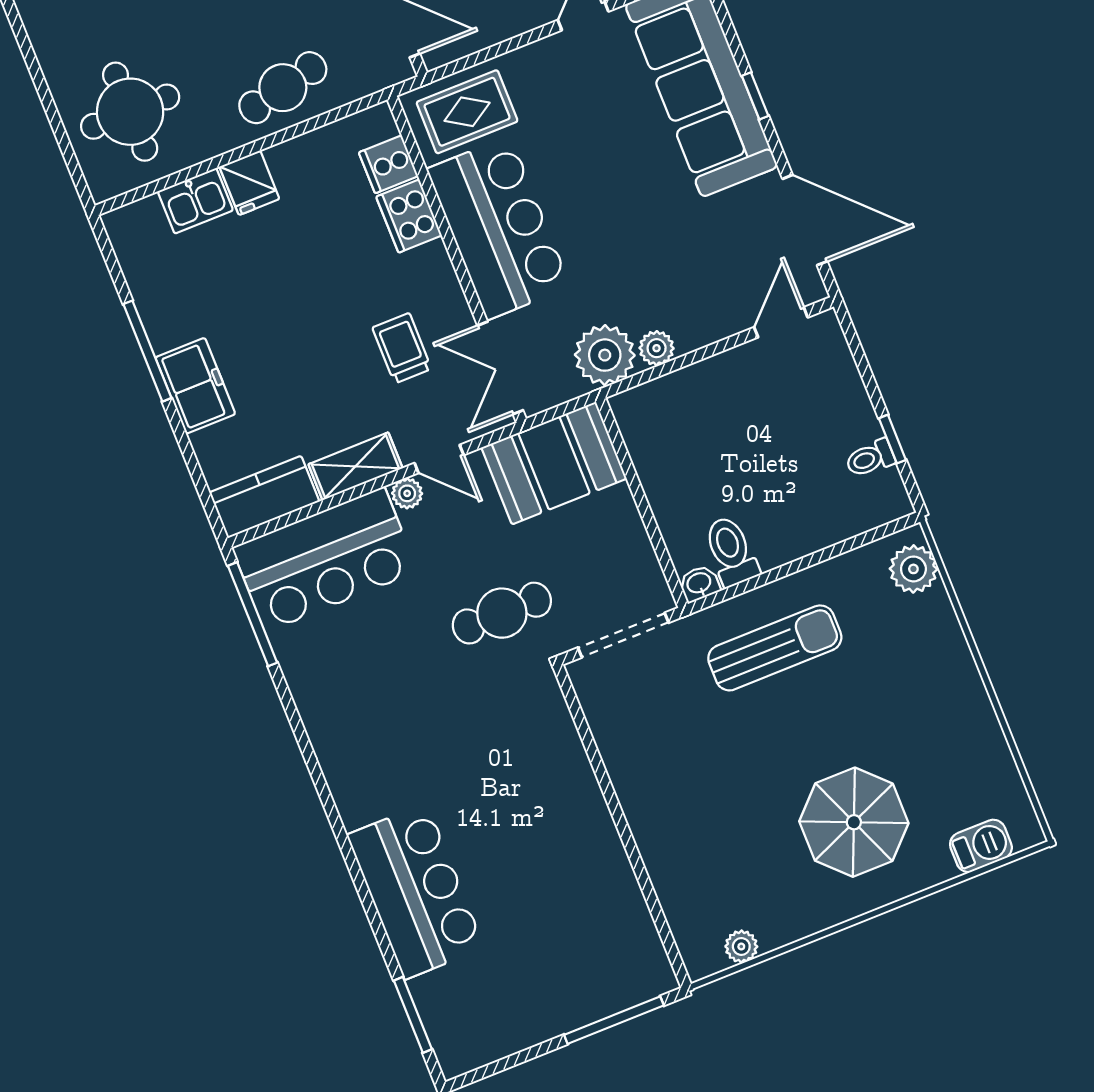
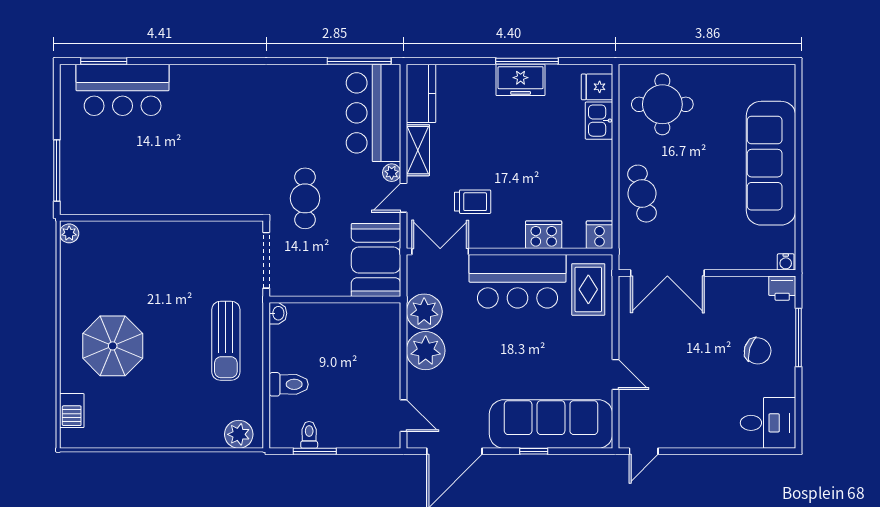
cooker: (388, 164) -> (599, 235), moved
fridge: (249, 183) -> (597, 87), moved
plant: (657, 348) -> (426, 351), width x1.88, depth x1.88
freezer: (195, 386) -> (521, 80), moved
window: (892, 439) -> (315, 451), width x1.50
toilet: (731, 551) -> (289, 384), moved
bar counter: (416, 891) -> (123, 90), moved
plant: (741, 947) -> (69, 233), moved

